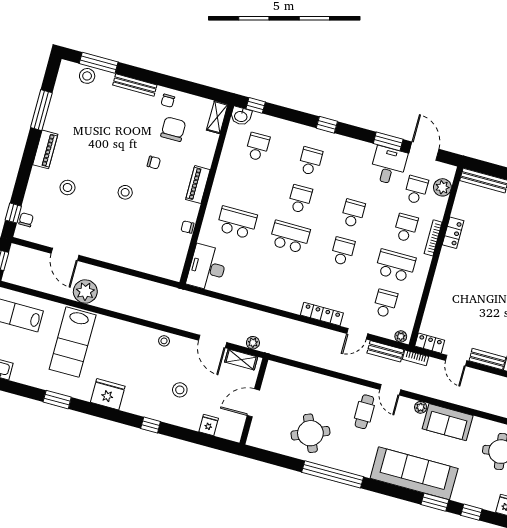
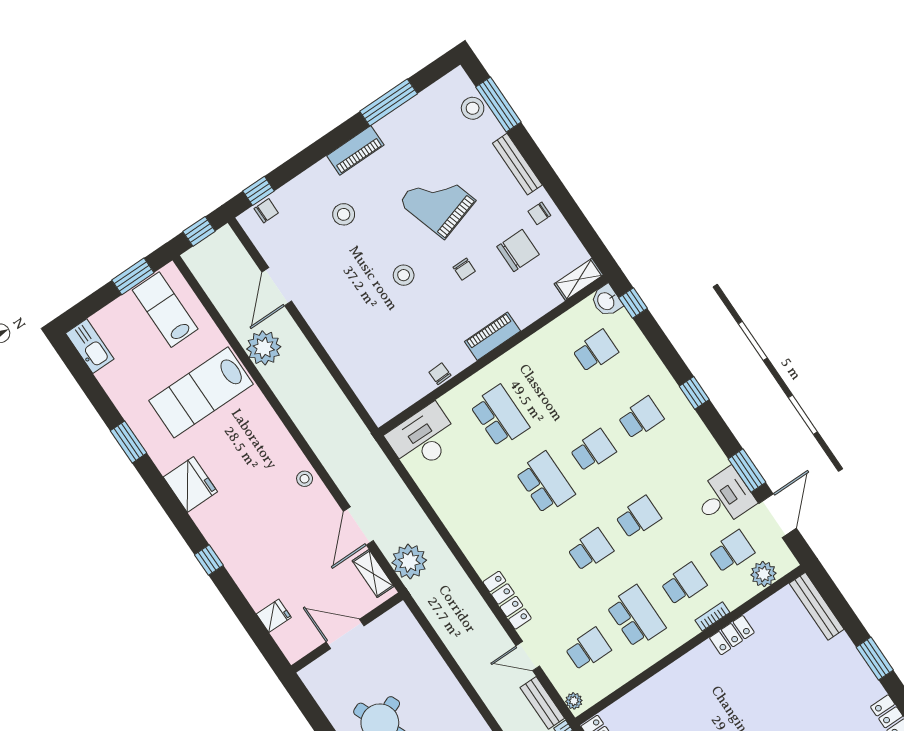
grand piano: (110, 140) -> (437, 202), added
bookcase: (433, 238) -> (712, 616), width x0.64
plant: (253, 343) -> (409, 561), width x1.88, depth x1.88
stool: (180, 390) -> (275, 549), removed

